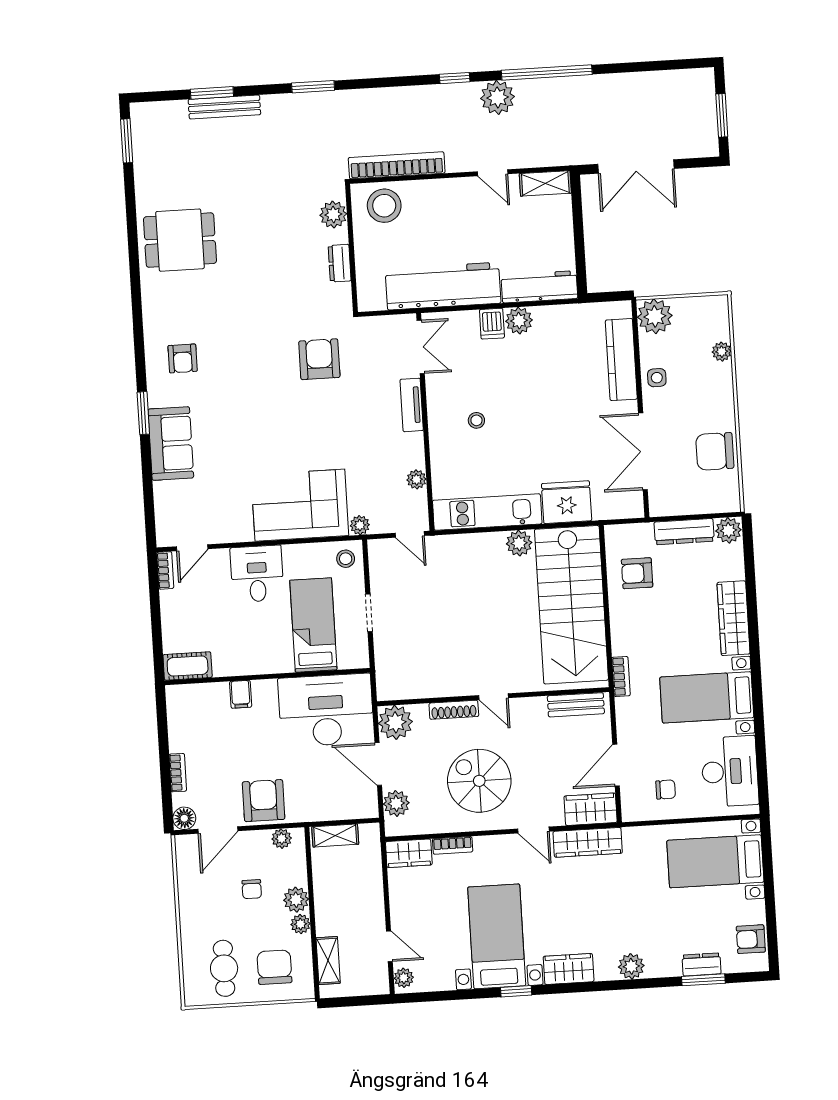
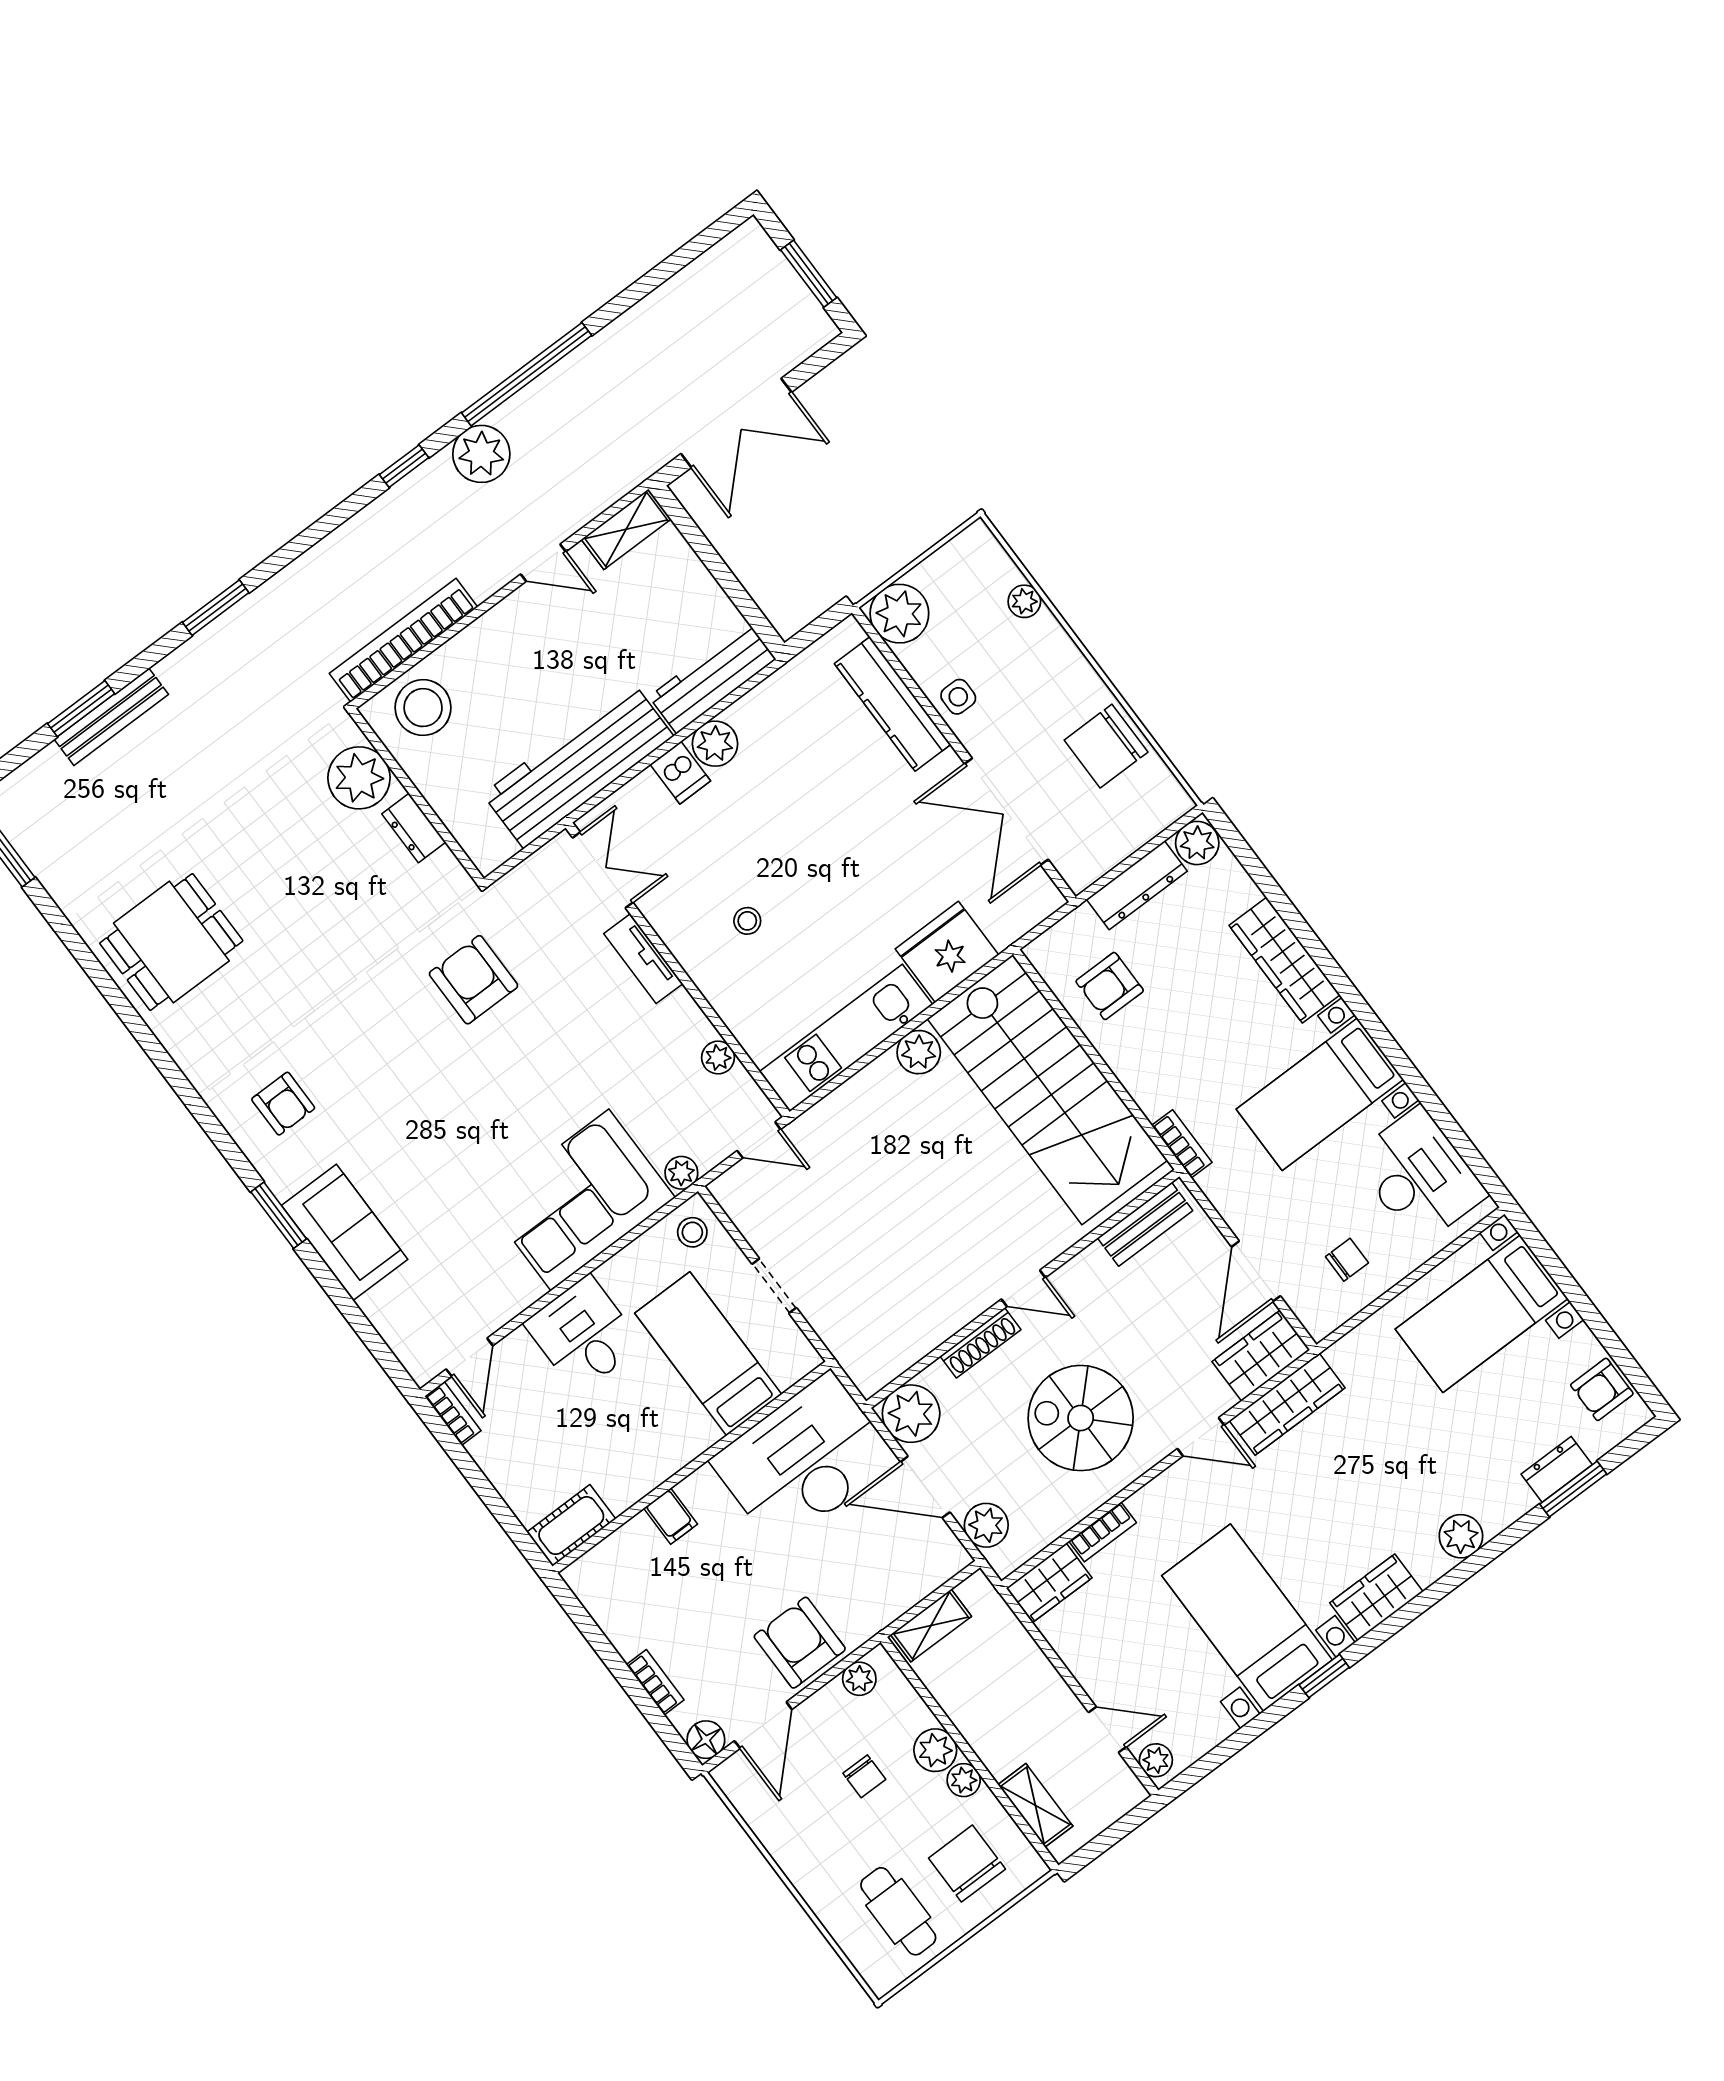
plant: (333, 215) -> (359, 778), width x1.36, depth x1.36

